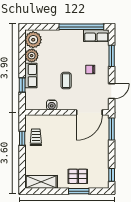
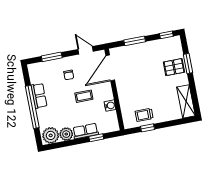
window: (81, 27) -> (32, 107), moved
row of seats: (96, 36) -> (39, 96), moved
door: (89, 112) -> (110, 68), swing flipped
window: (112, 129) -> (135, 41), moved
pallet: (78, 176) -> (174, 67), turned 90

